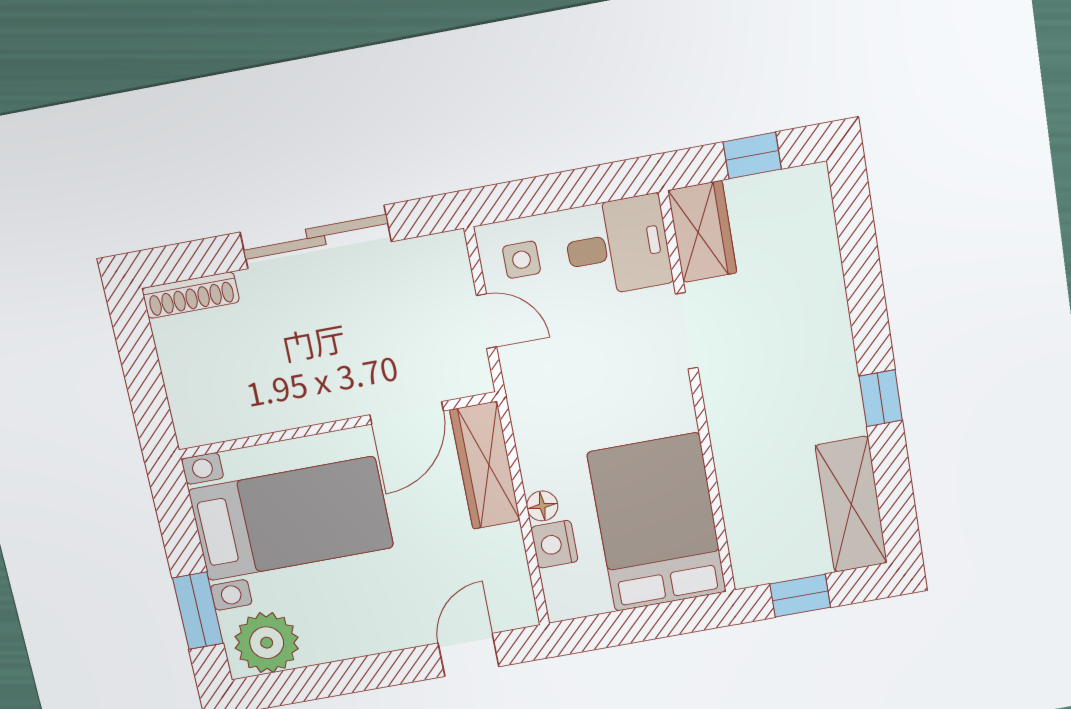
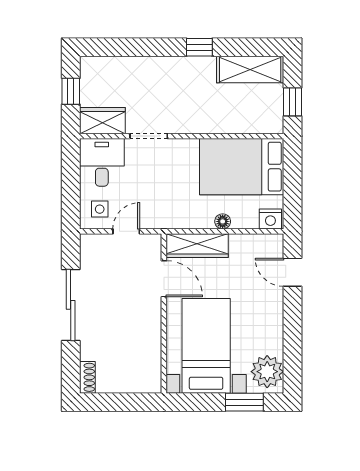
shoe rack: (191, 295) -> (87, 377), width x0.70
nightstand: (554, 544) -> (270, 219), moved

